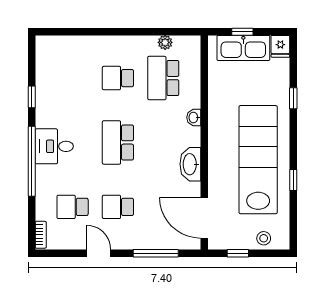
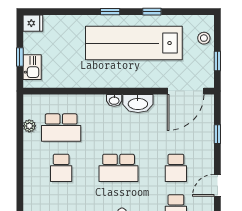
kitchen sink: (243, 48) -> (32, 67), width x0.53, depth x0.81
window: (293, 98) -> (110, 12), moved
washbasin: (194, 118) -> (114, 100), moved
window: (156, 253) -> (217, 134), width x0.46

